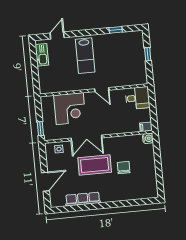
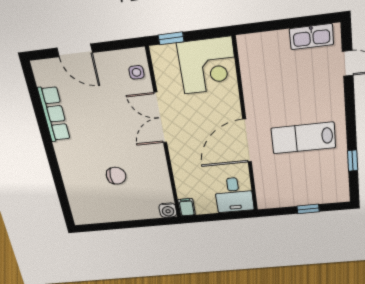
lab bench: (85, 56) -> (303, 138), moved
door: (102, 90) -> (247, 141), width x1.87
corner desk: (70, 109) -> (208, 66), moved, turned -90
coffee table: (95, 165) -> (115, 132), removed

